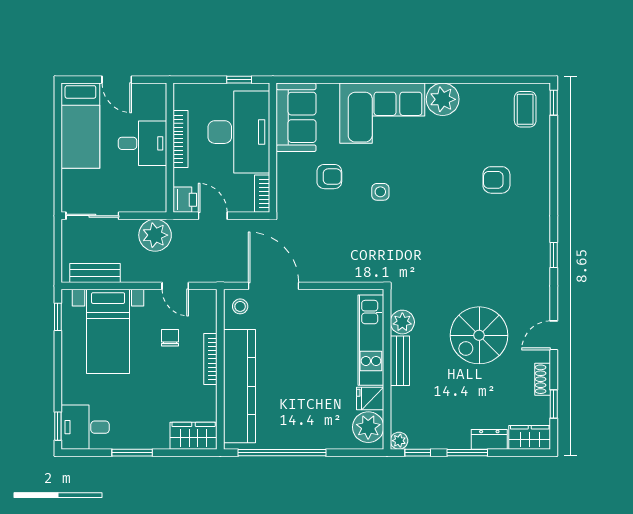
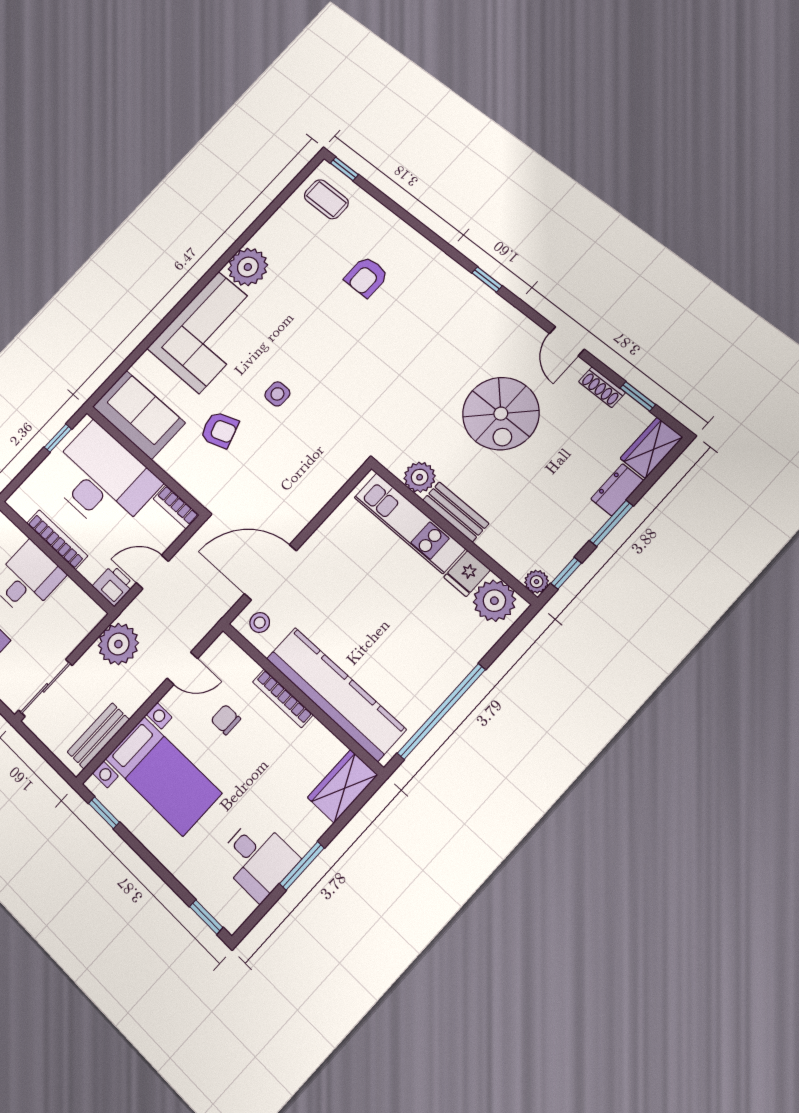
armchair: (329, 177) -> (219, 430), turned 71
desk: (85, 427) -> (258, 859), moved, turned -90

